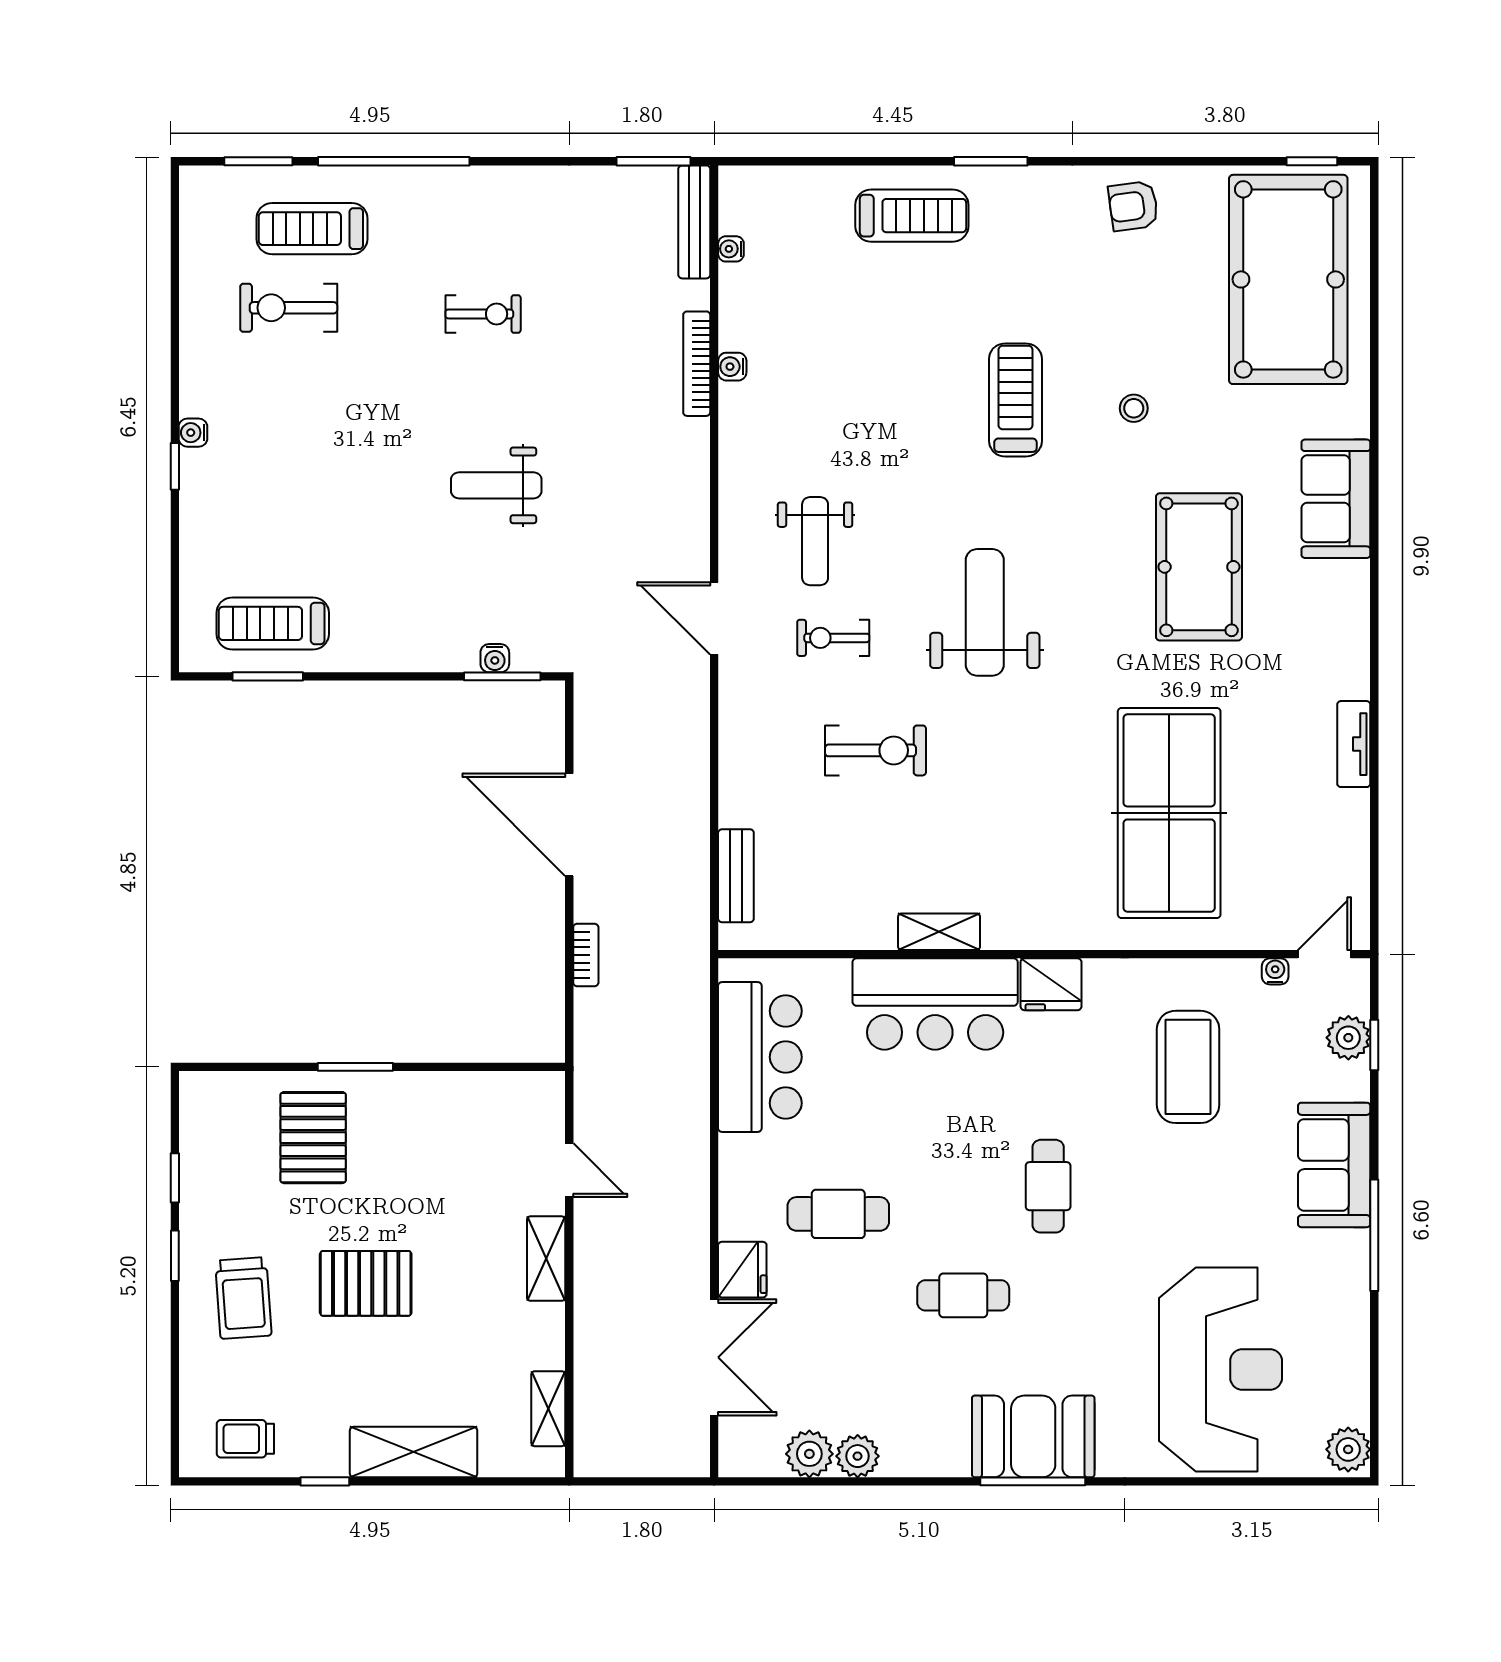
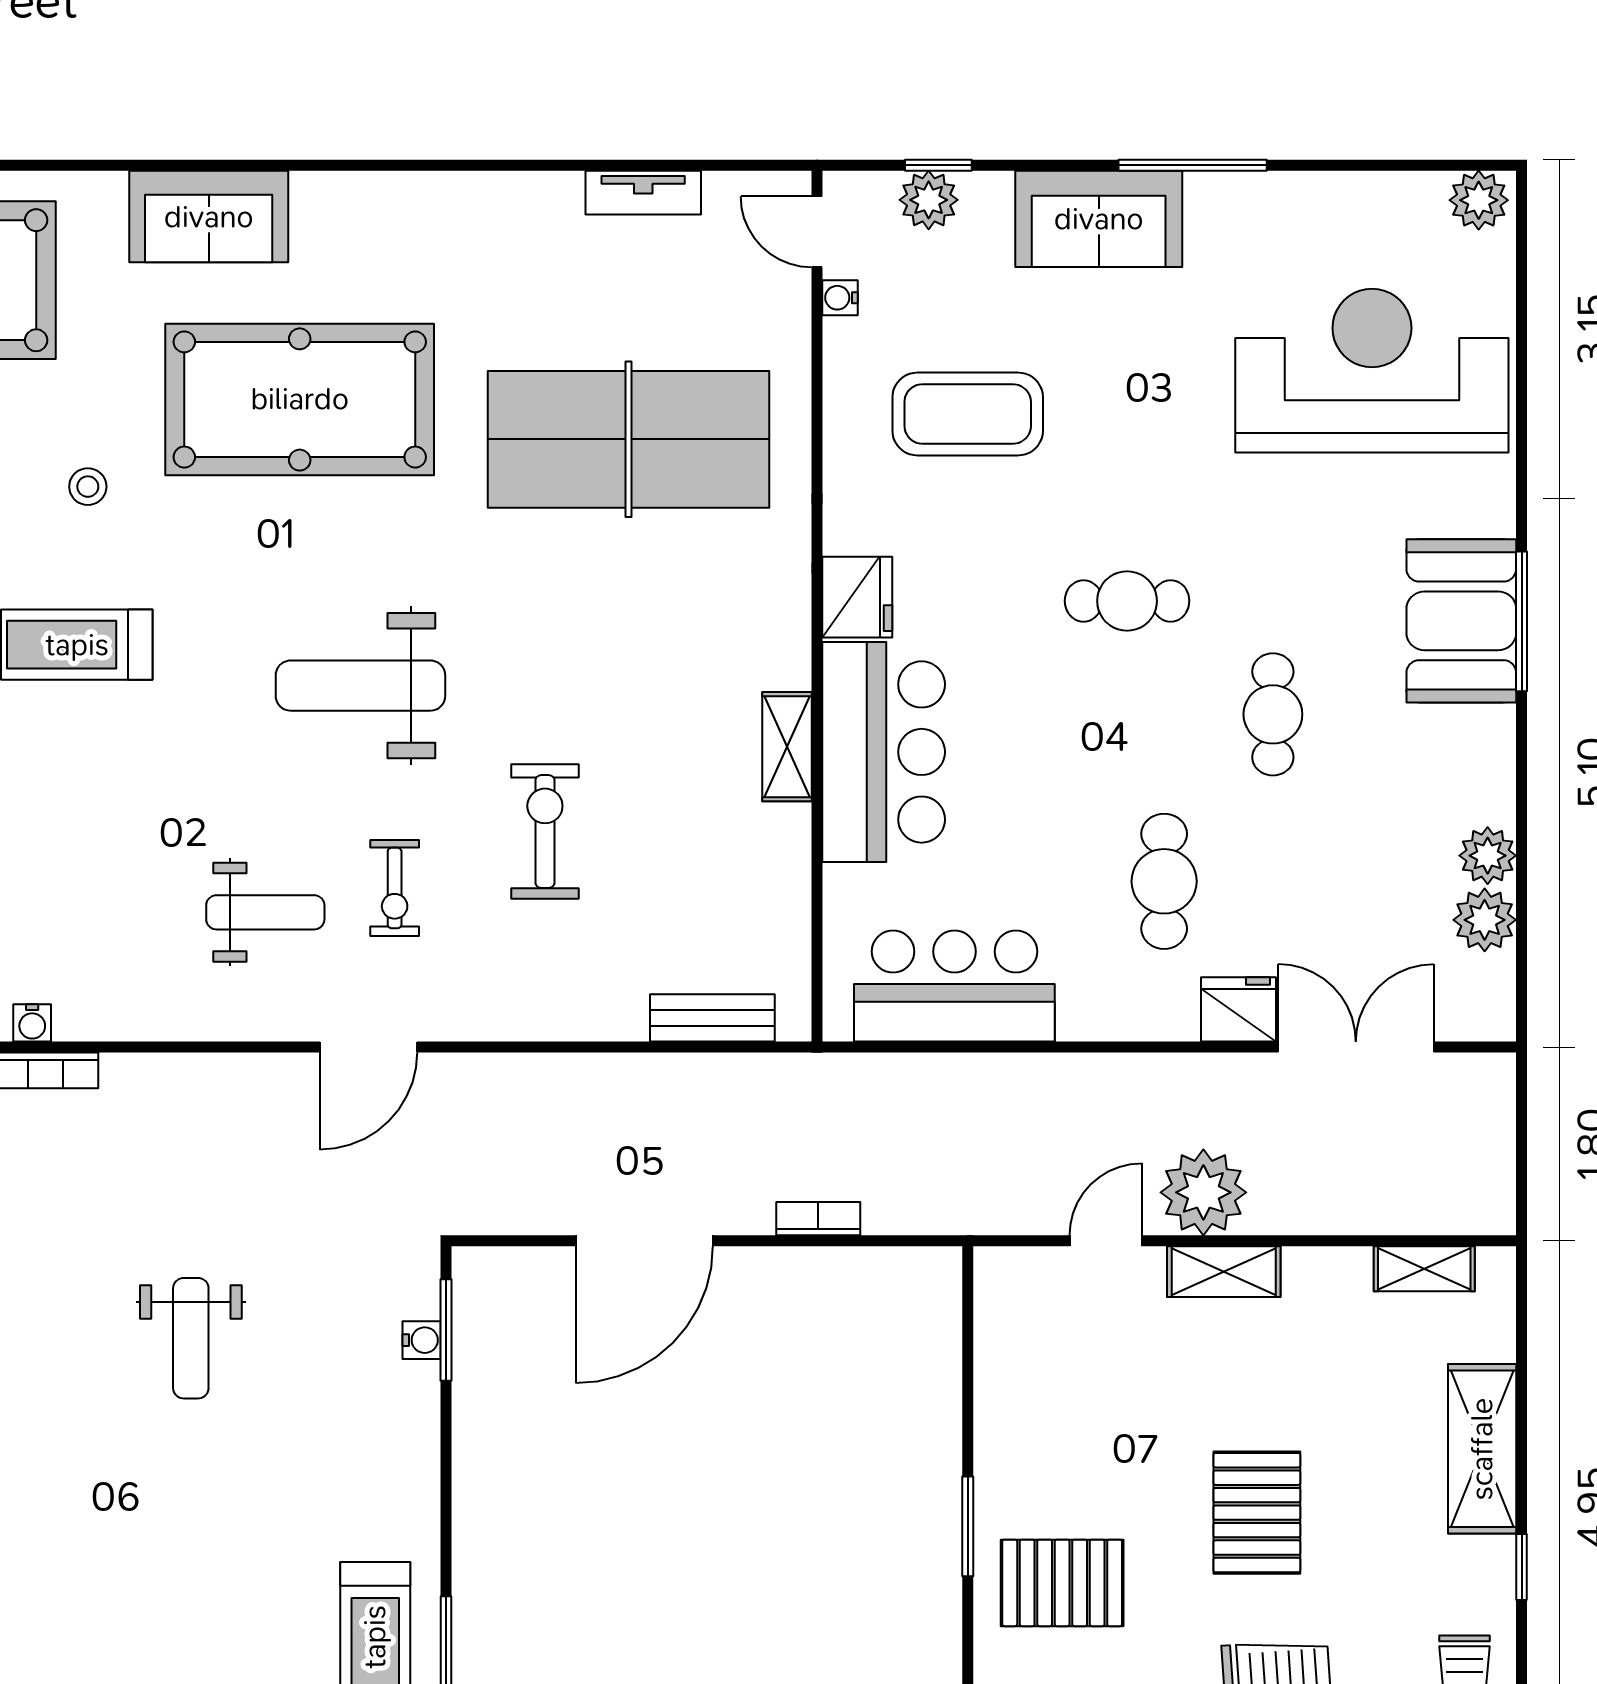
pool table: (1199, 567) -> (300, 399), width x1.36, depth x1.32
tv unit: (1354, 744) -> (643, 193), moved
plant: (605, 1243) -> (1203, 1192), added

